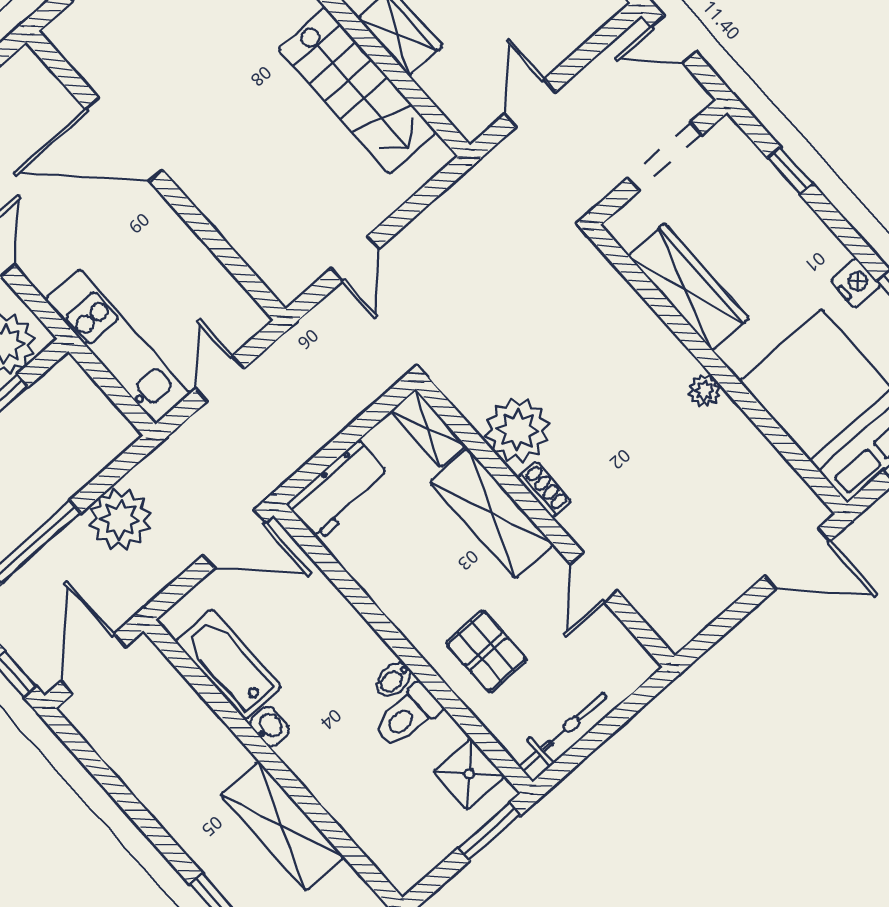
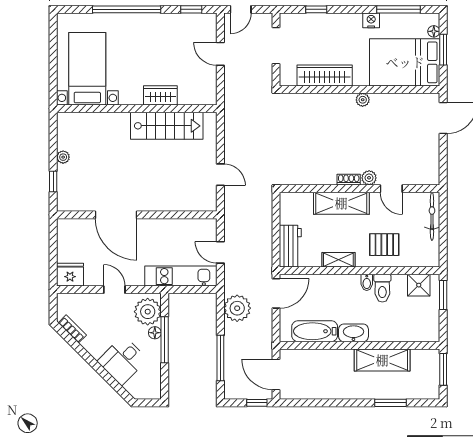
door: (530, 103) -> (220, 54), moved
door: (124, 139) -> (116, 215), hinge flipped
shelving: (428, 428) -> (338, 260), moved
plant: (517, 430) -> (369, 178), moved, width x0.53, depth x0.53
plant: (120, 519) -> (237, 308), moved
washbasin: (270, 726) -> (353, 333), width x1.91, depth x1.45
bicycle: (563, 732) -> (432, 216), moved

